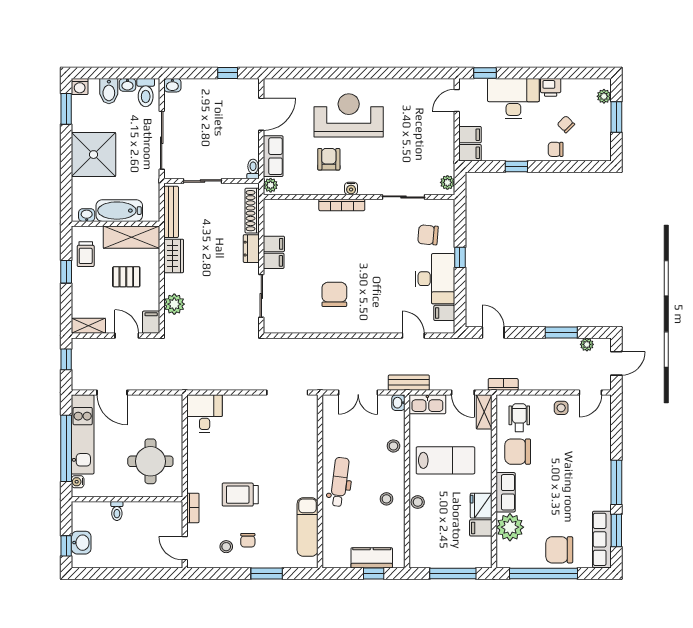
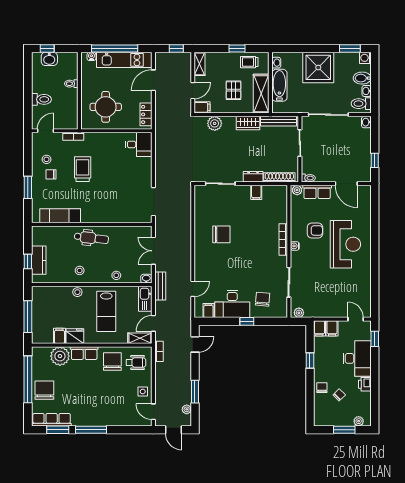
filing cabinet: (274, 261) -> (245, 192), removed
locker: (161, 403) -> (146, 114), added
toilet: (140, 554) -> (41, 99), added

